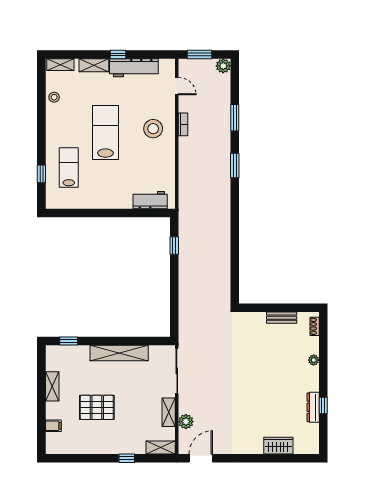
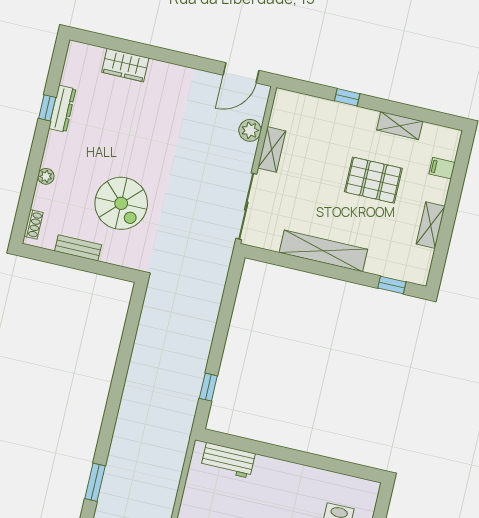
spiral stairs: (260, 354) -> (121, 203), added
shelving: (161, 447) -> (400, 126), moved

